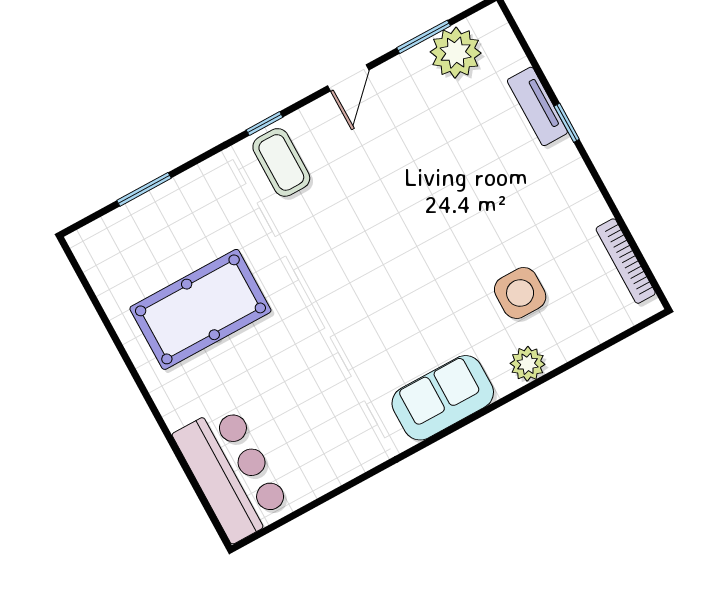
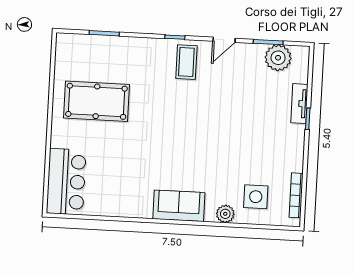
coffee table: (281, 162) -> (186, 62), moved
side table: (520, 293) -> (256, 197), moved

